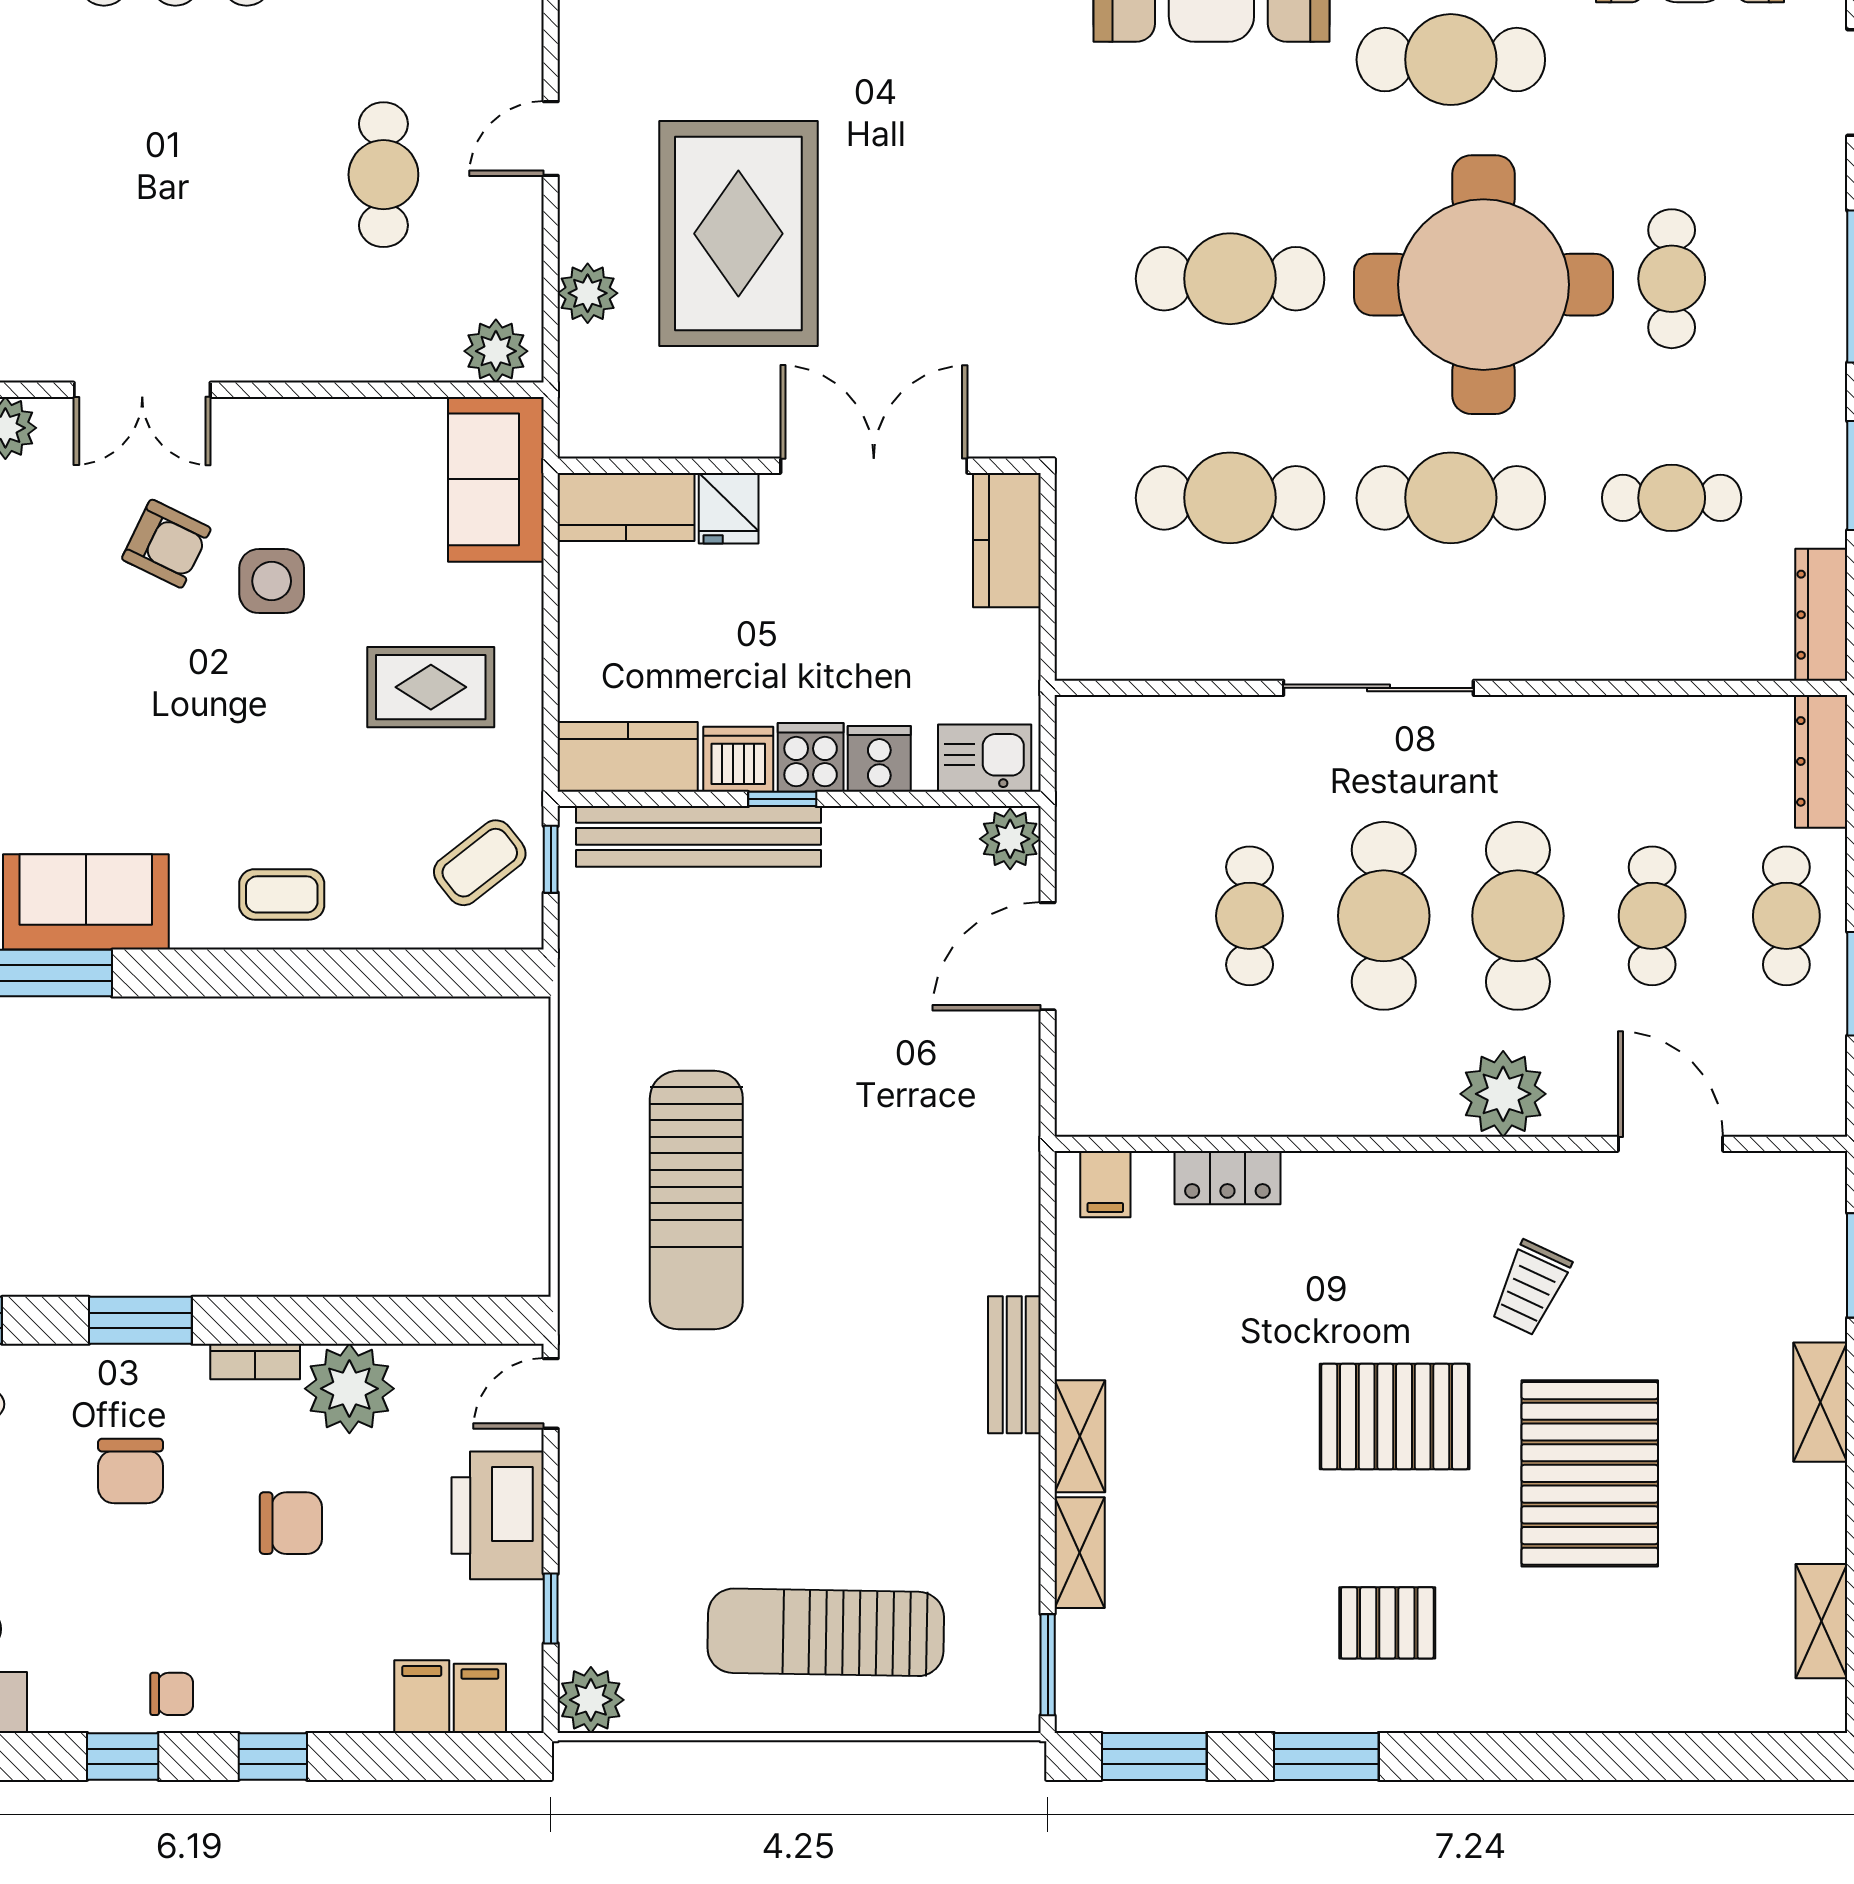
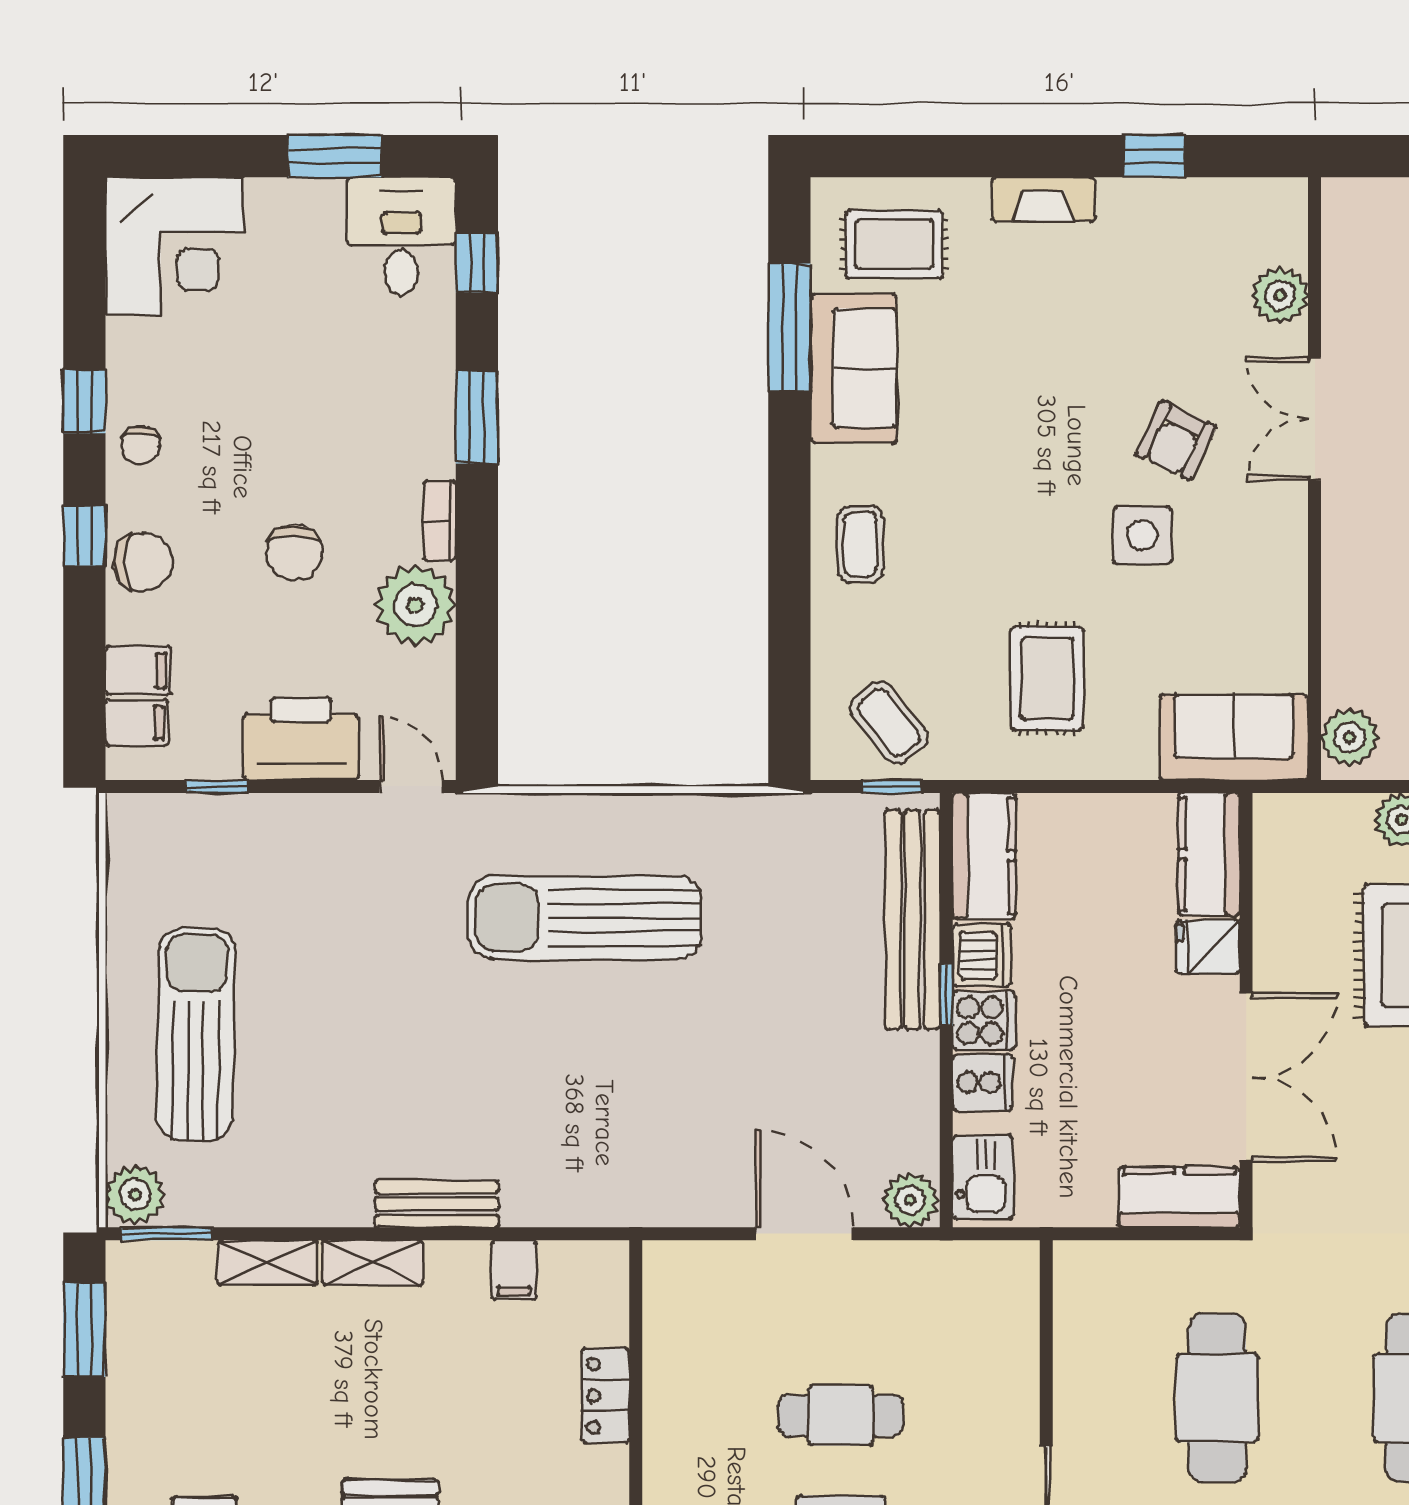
filing cabinet: (1105, 1184) -> (514, 1270), moved, turned -90
chair: (131, 1471) -> (143, 562), moved, turned 180
plant: (591, 1700) -> (135, 1195), moved

